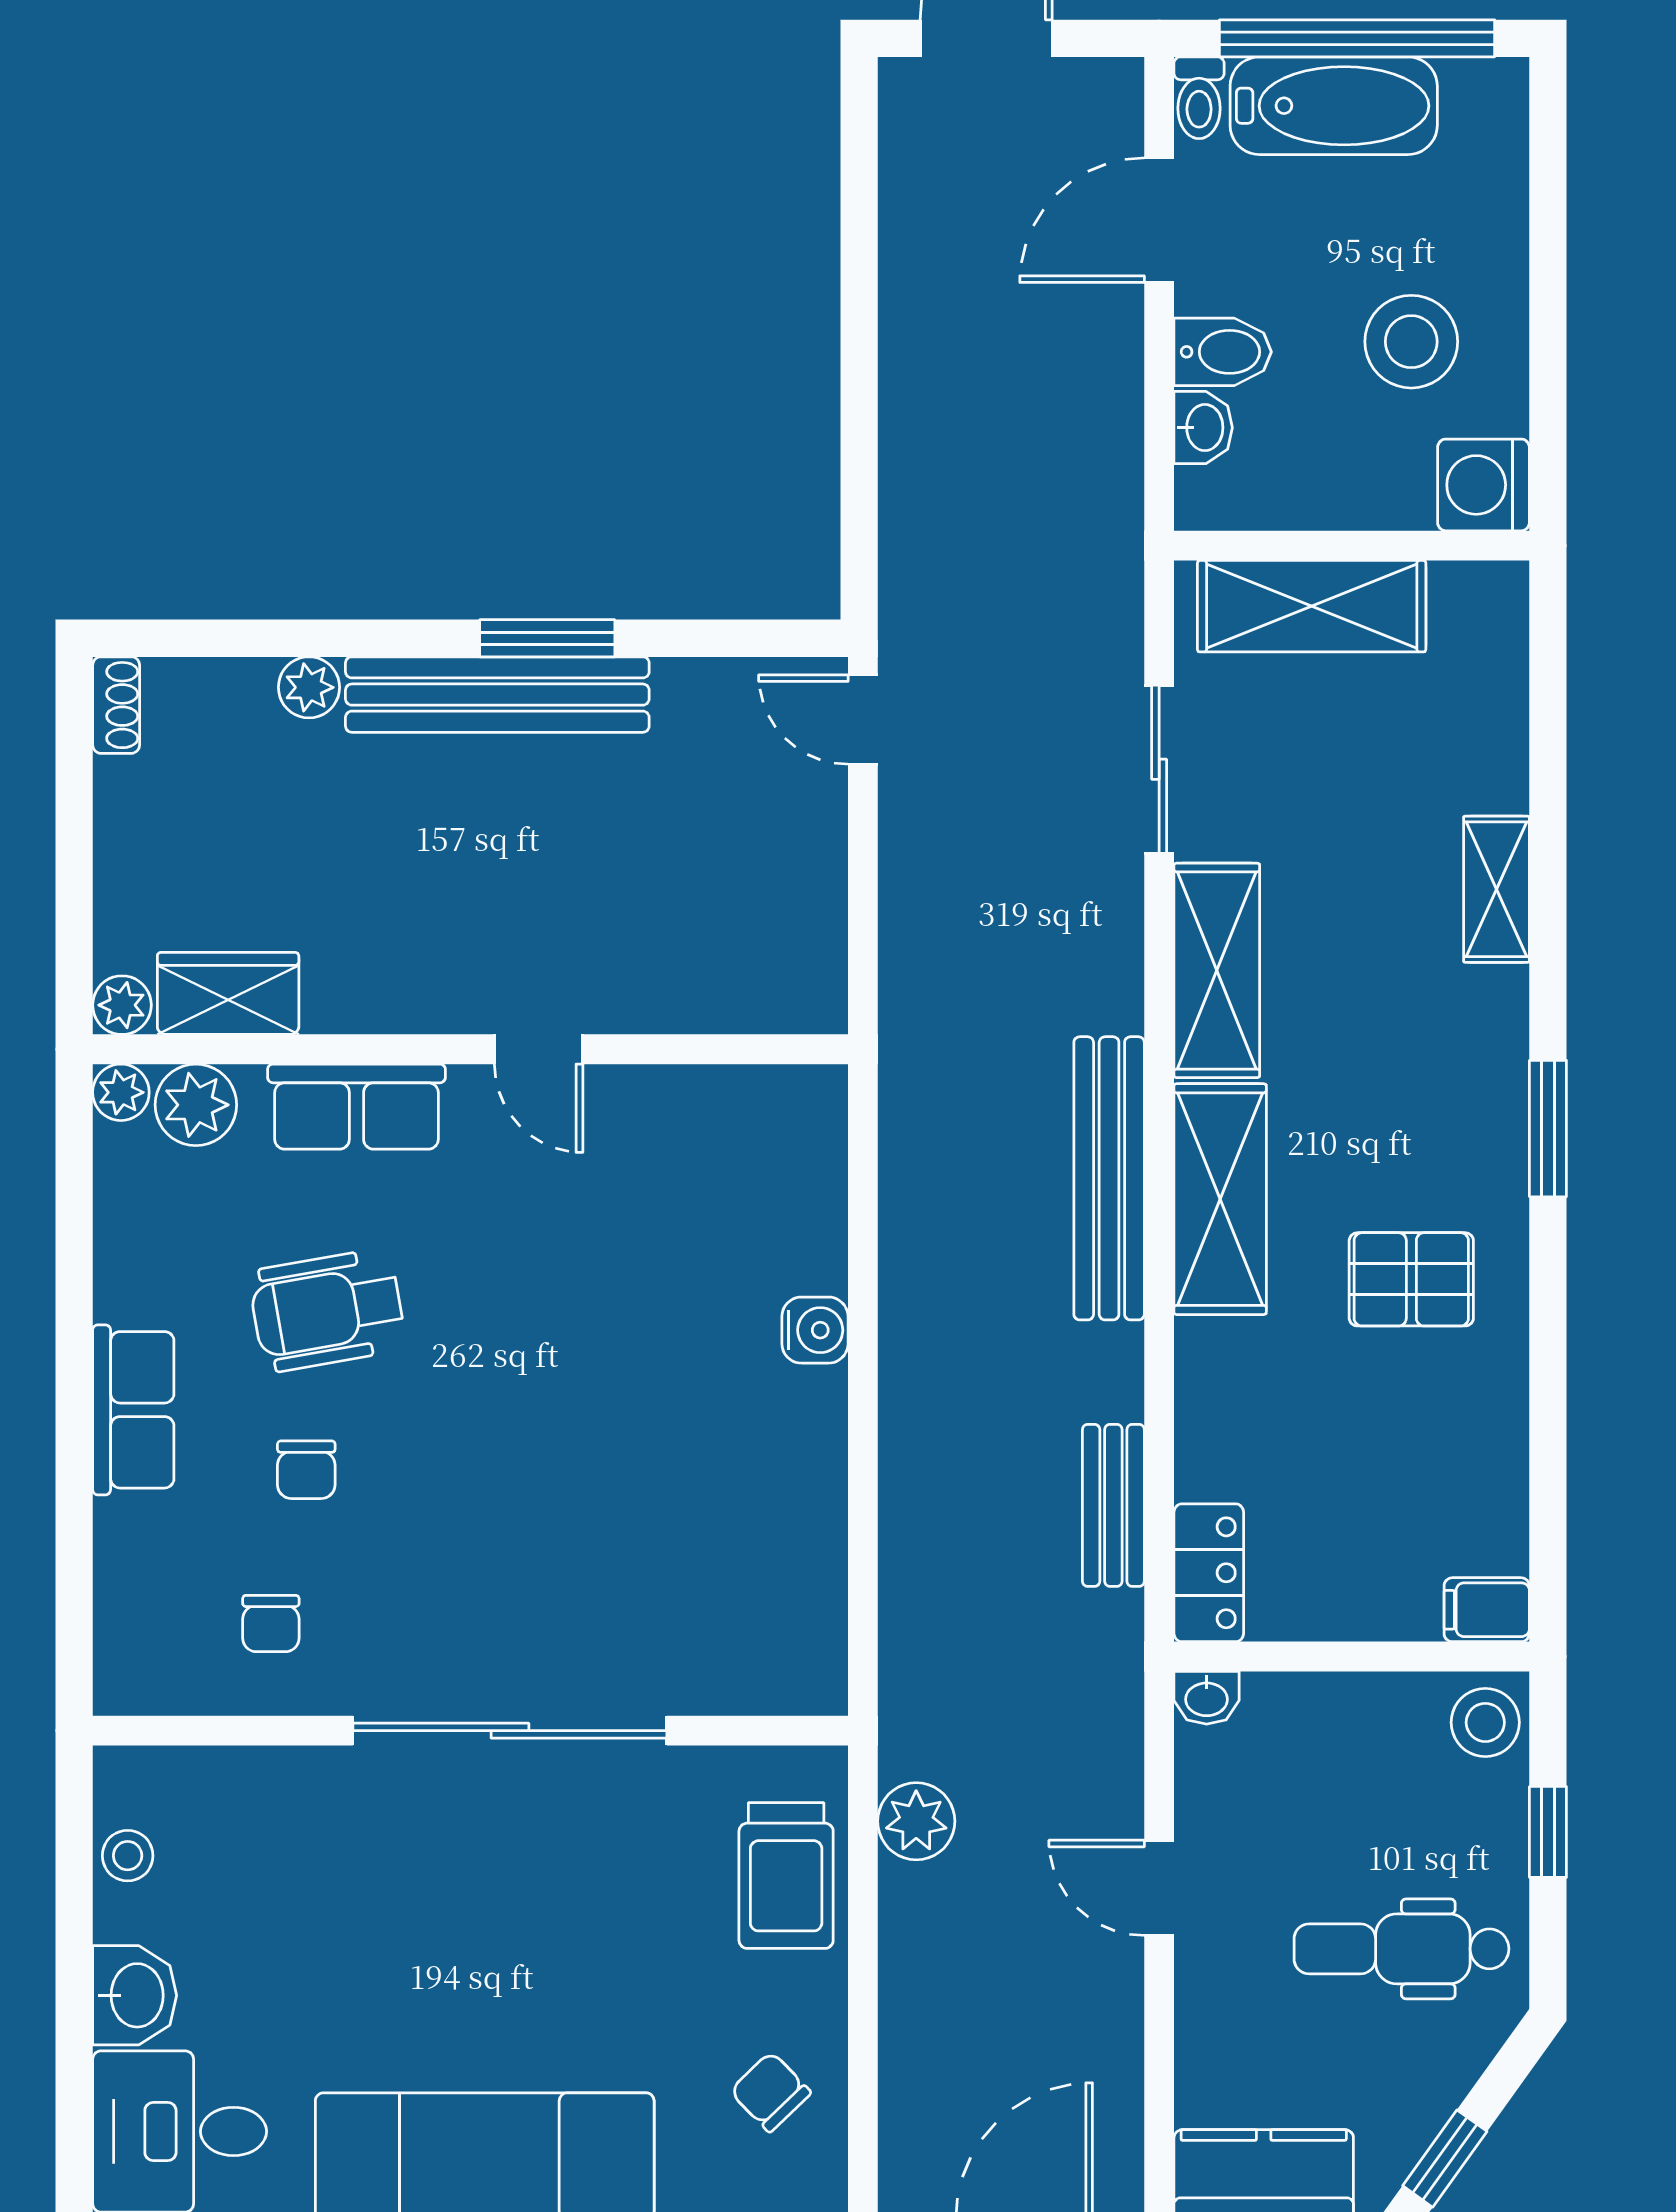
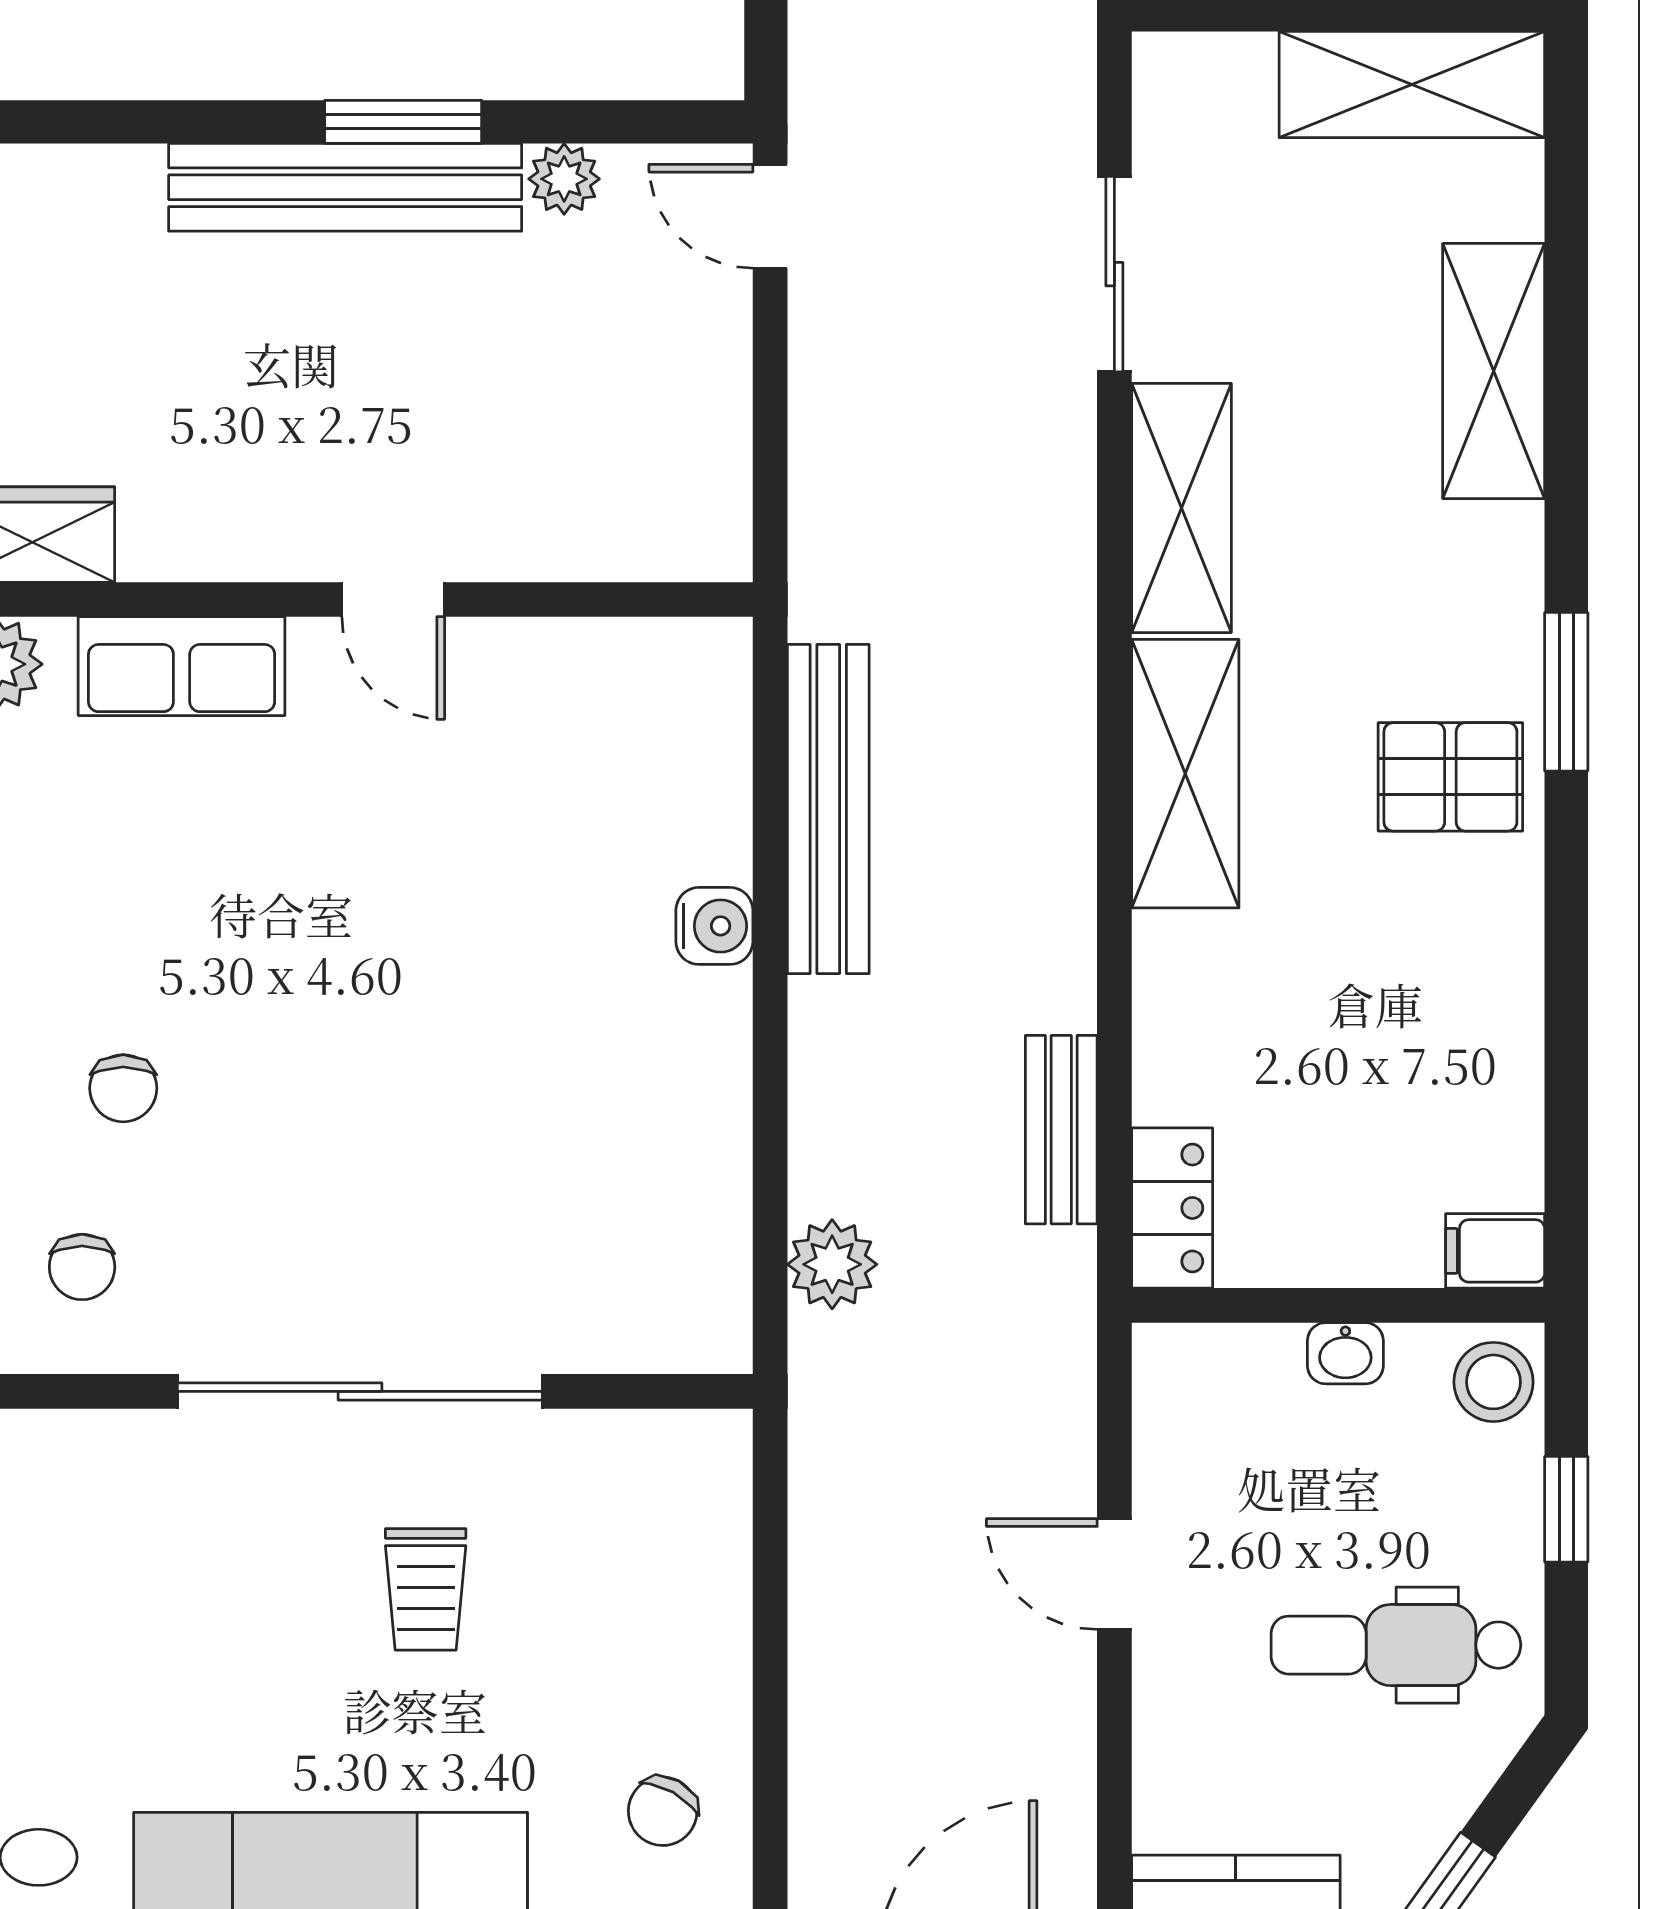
shelving: (1312, 606) -> (1412, 85), moved
plant: (309, 687) -> (564, 179), moved
shelving: (1496, 889) -> (1494, 371), width x1.50, depth x1.33
bench: (1109, 1178) -> (828, 809), moved
pallet: (1411, 1279) -> (1450, 777), moved
wheelchair: (327, 1310) -> (147, 903), removed
washbasin: (1207, 1698) -> (1345, 1353), moved
plant: (916, 1821) -> (832, 1264), moved
trolley: (786, 1876) -> (426, 1589), moved, width x0.73, depth x0.72
chair: (770, 2092) -> (663, 1811), turned -107

